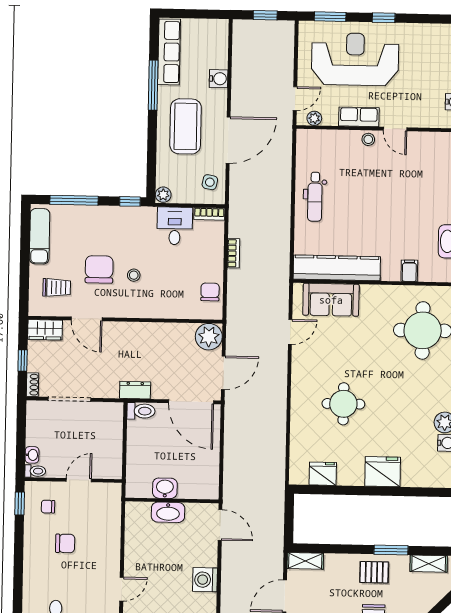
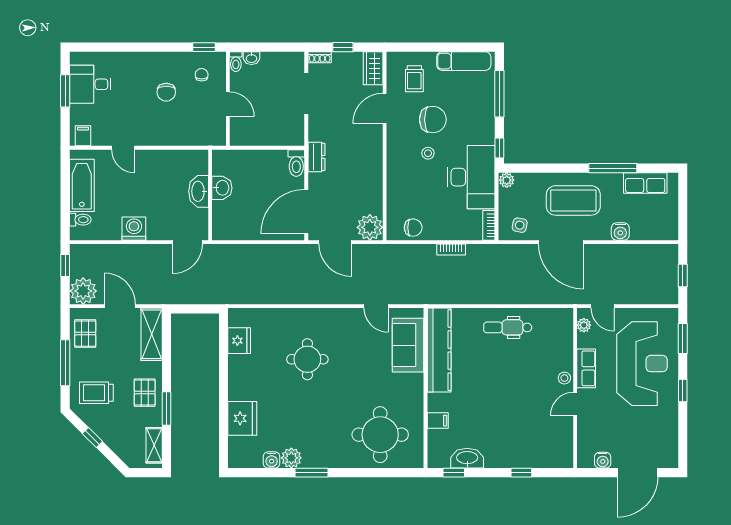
row of seats: (169, 52) -> (645, 183), width x0.68
desk: (175, 226) -> (471, 177), width x1.87, depth x1.30
fridge: (383, 472) -> (242, 418), moved
shelving: (305, 561) -> (152, 334), width x1.50, depth x1.33

